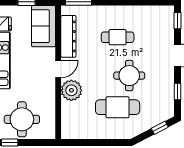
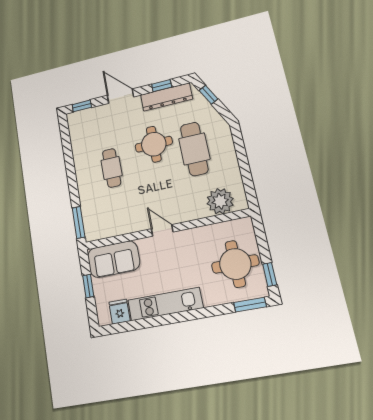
dresser: (68, 36) -> (166, 97), moved, turned 180
plant: (71, 90) -> (220, 201), moved

